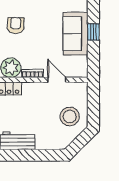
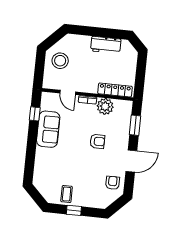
armchair: (16, 25) -> (97, 141), turned -92
window: (93, 32) -> (35, 114), moved

